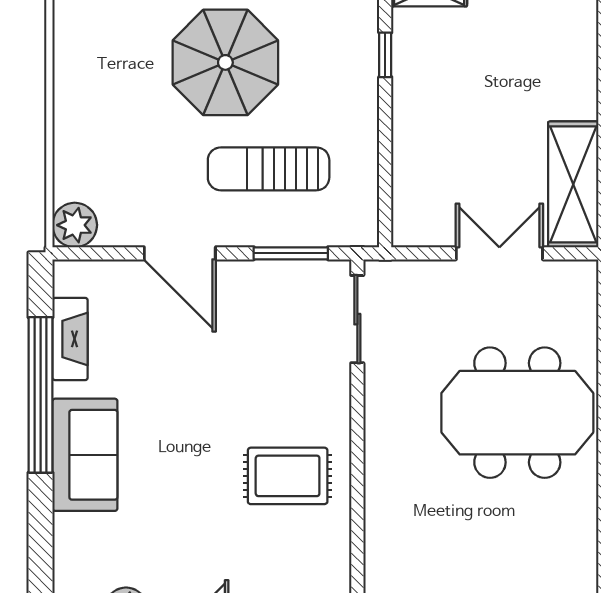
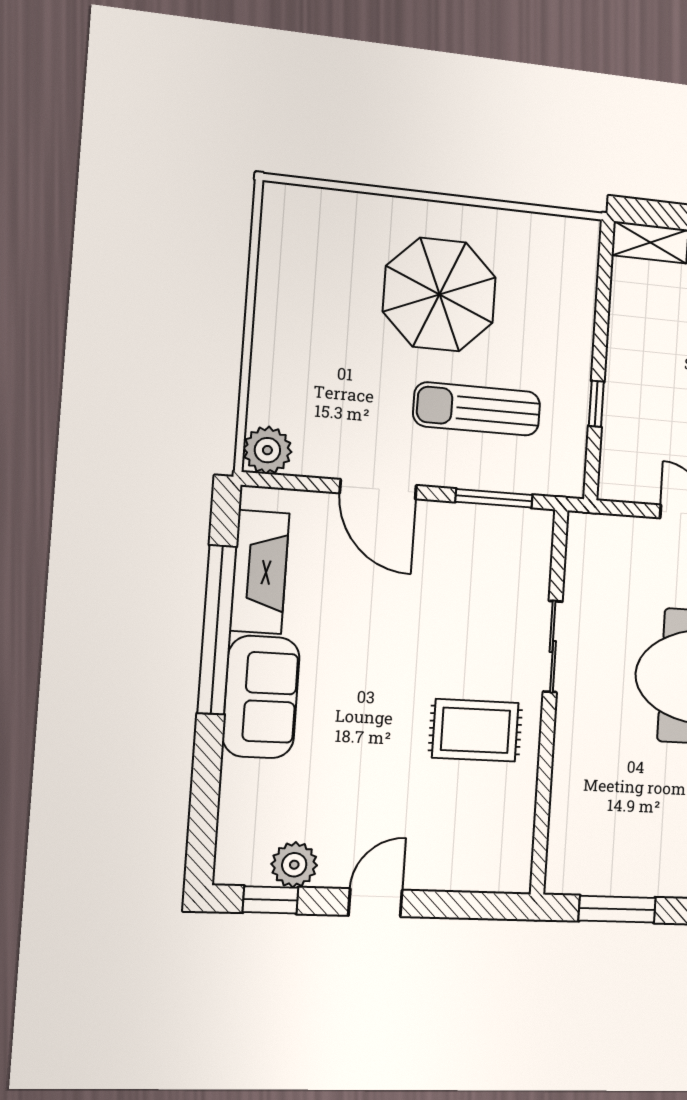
window: (385, 55) -> (596, 404), moved
sliding door: (357, 319) -> (553, 647), moved
fireplace: (70, 339) -> (260, 572), width x1.37, depth x1.32

